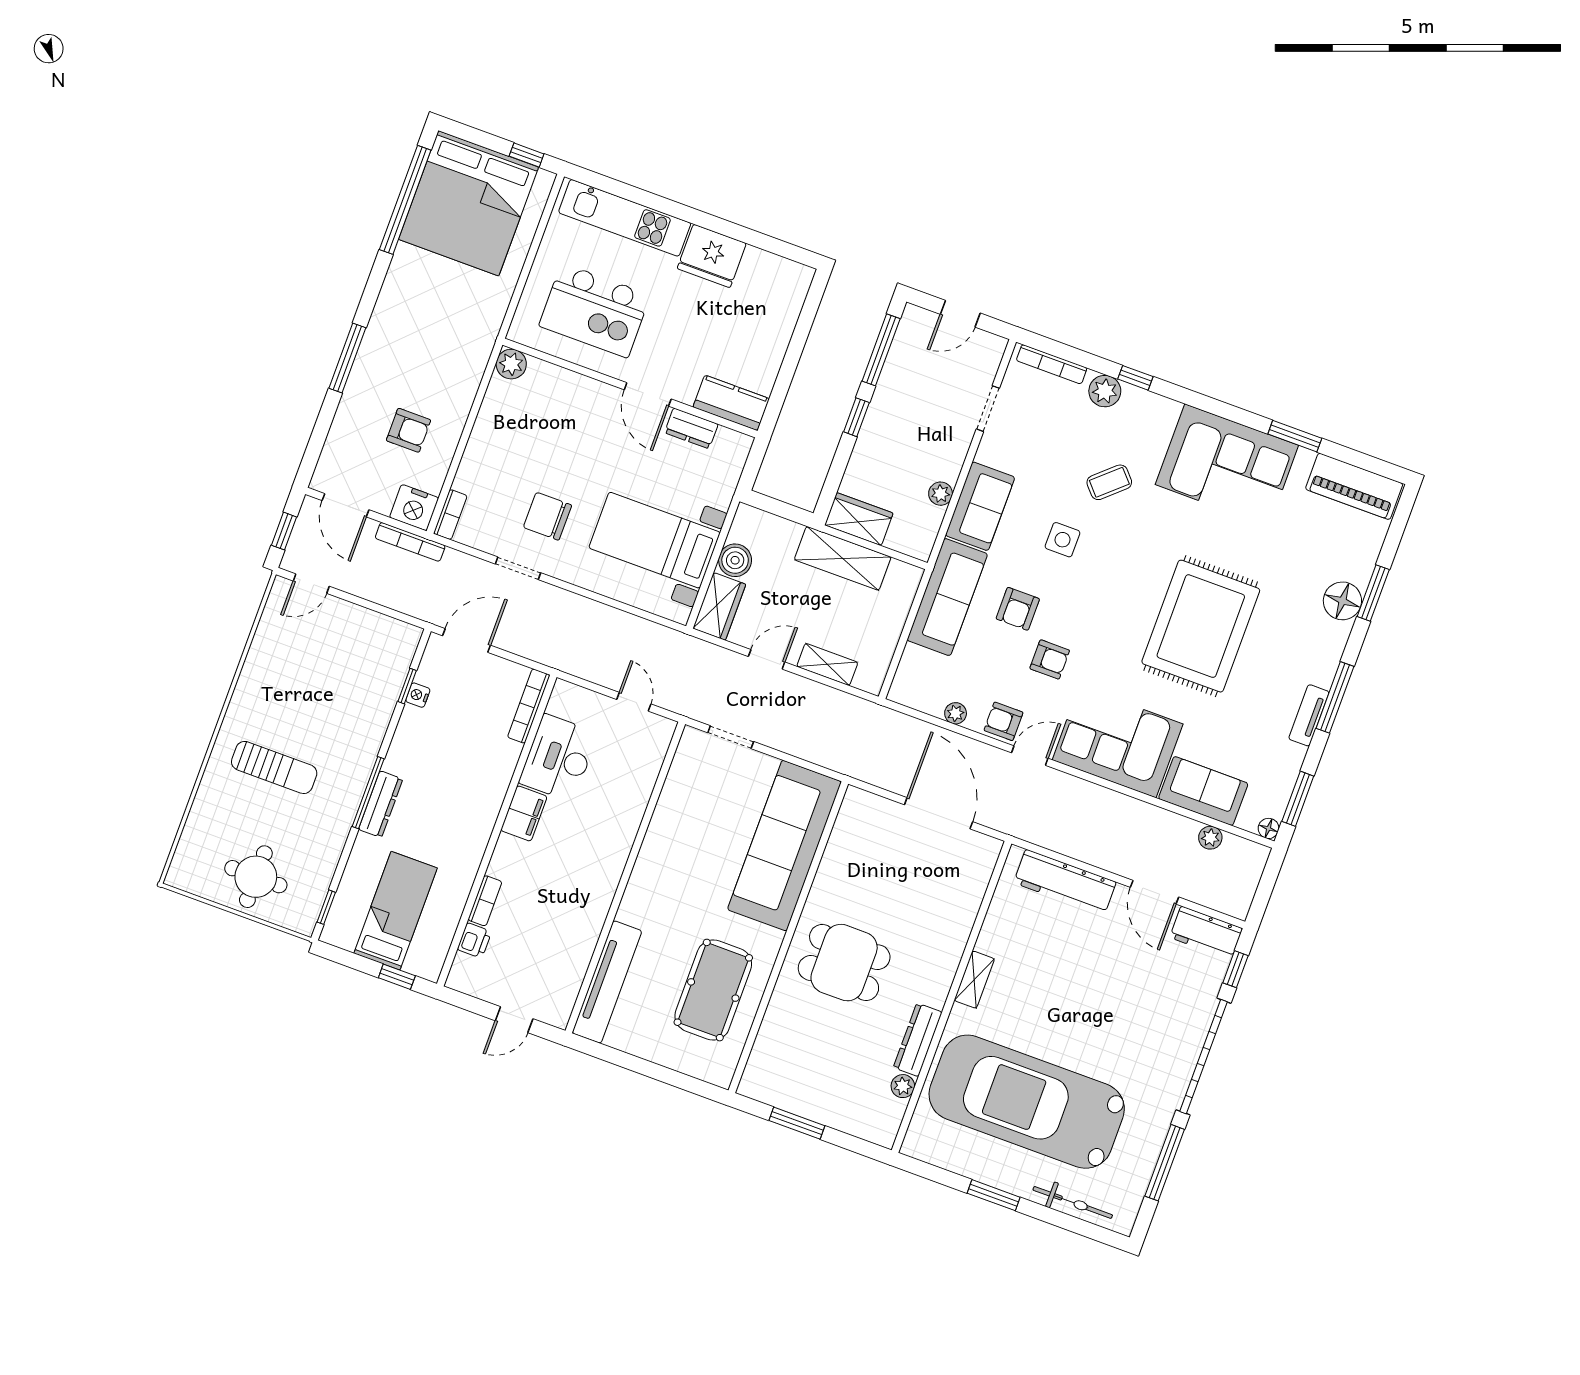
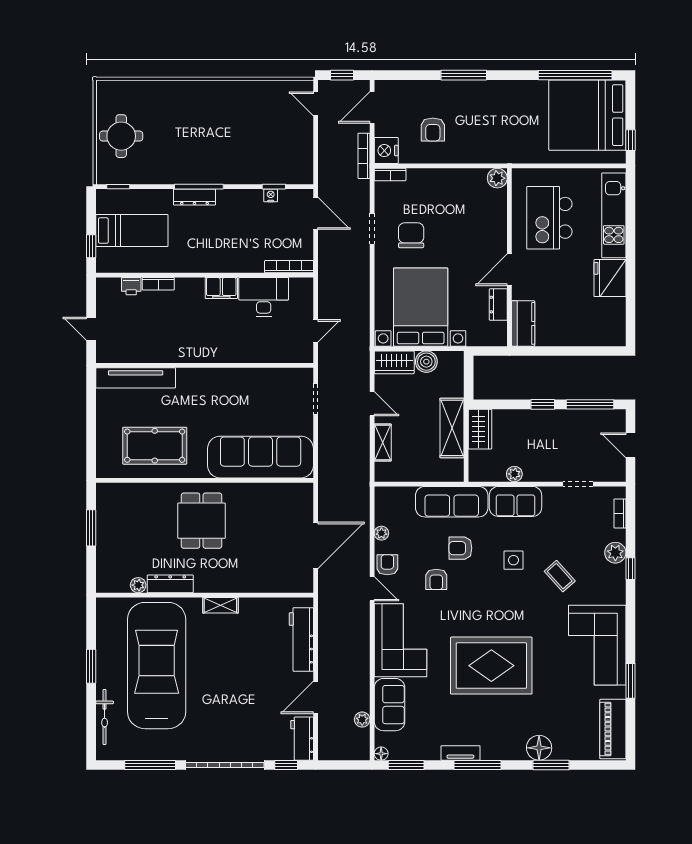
bookcase: (1052, 364) -> (620, 514), width x0.64
bed with nightstands: (655, 540) -> (421, 307), width x1.36
sun lounger: (274, 767) -> (193, 123), removed

